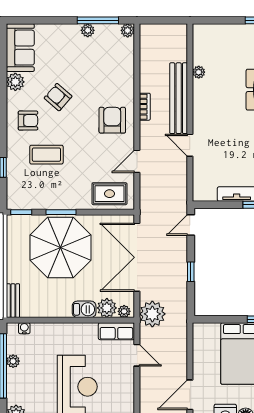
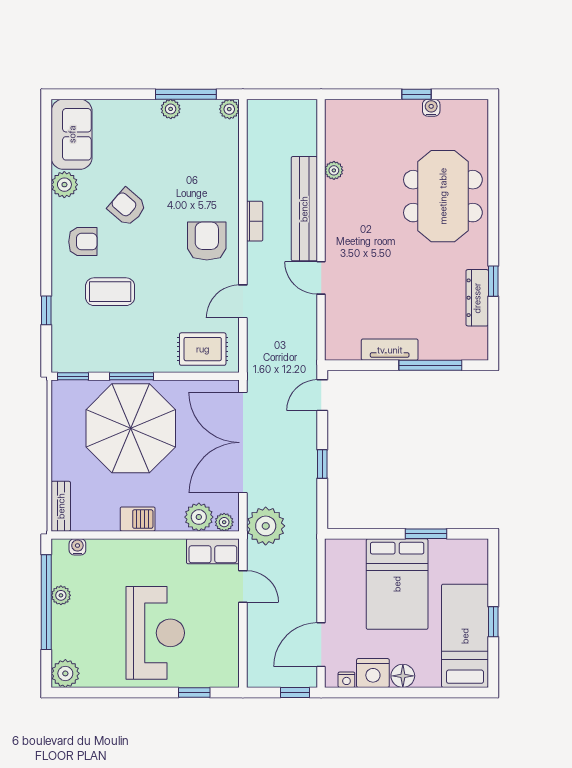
barbecue: (84, 309) -> (138, 519), moved

